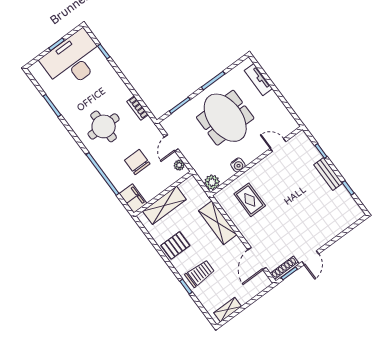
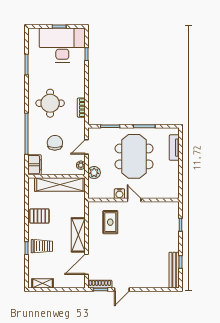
door: (278, 145) -> (134, 200), moved
bench: (328, 174) -> (174, 270), moved, width x1.36
plant: (212, 182) -> (94, 173), moved
shelving: (164, 205) -> (60, 184), width x1.47
shelving: (218, 223) -> (78, 235), moved

